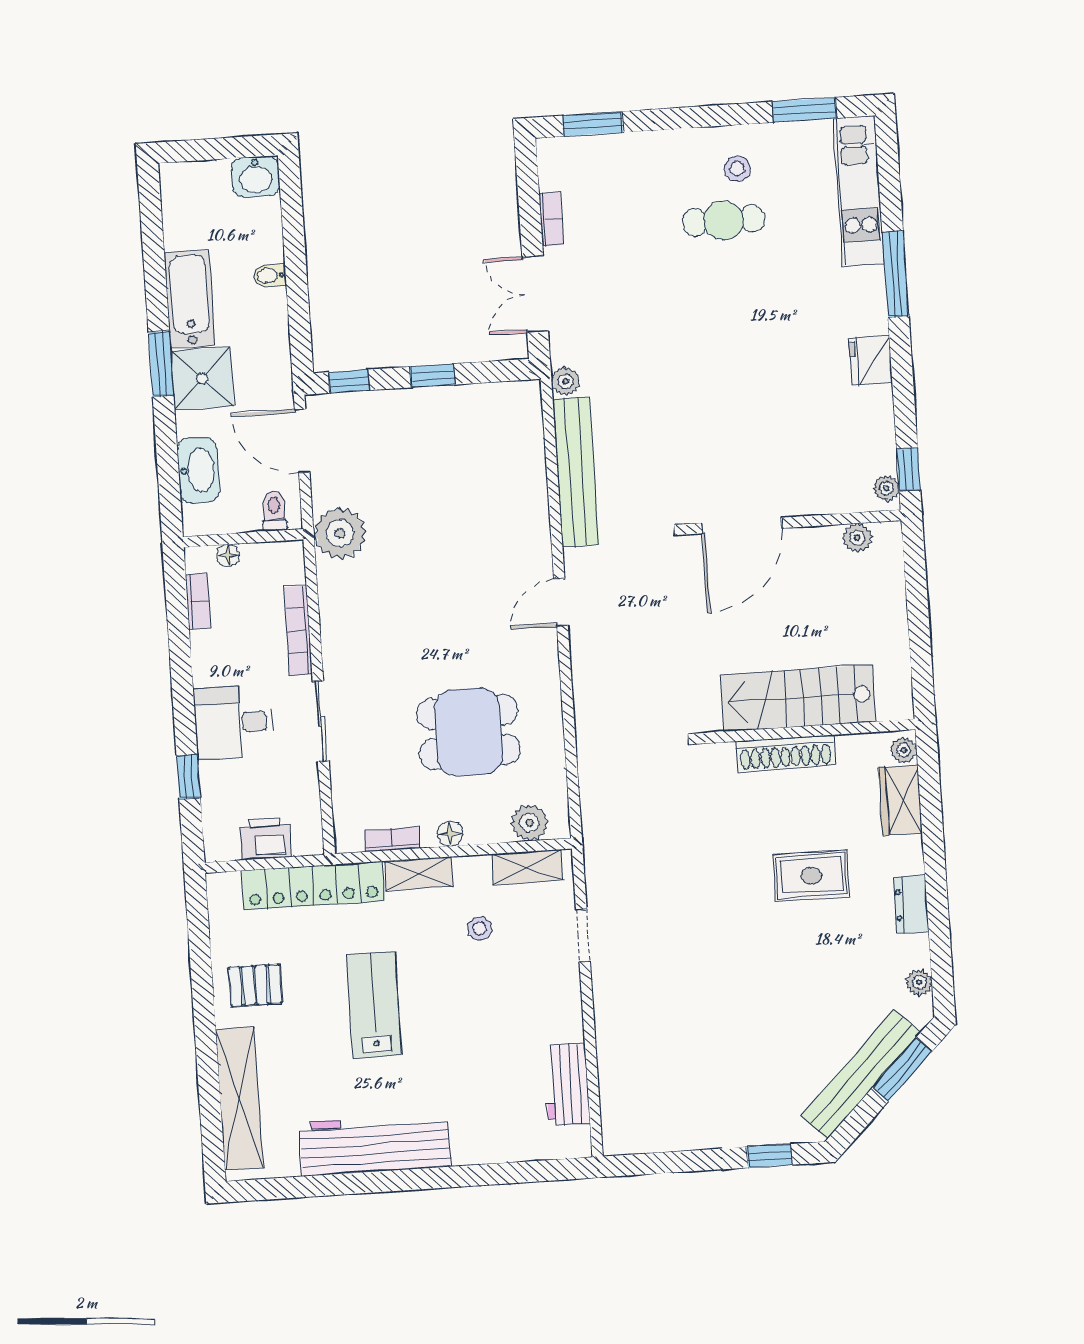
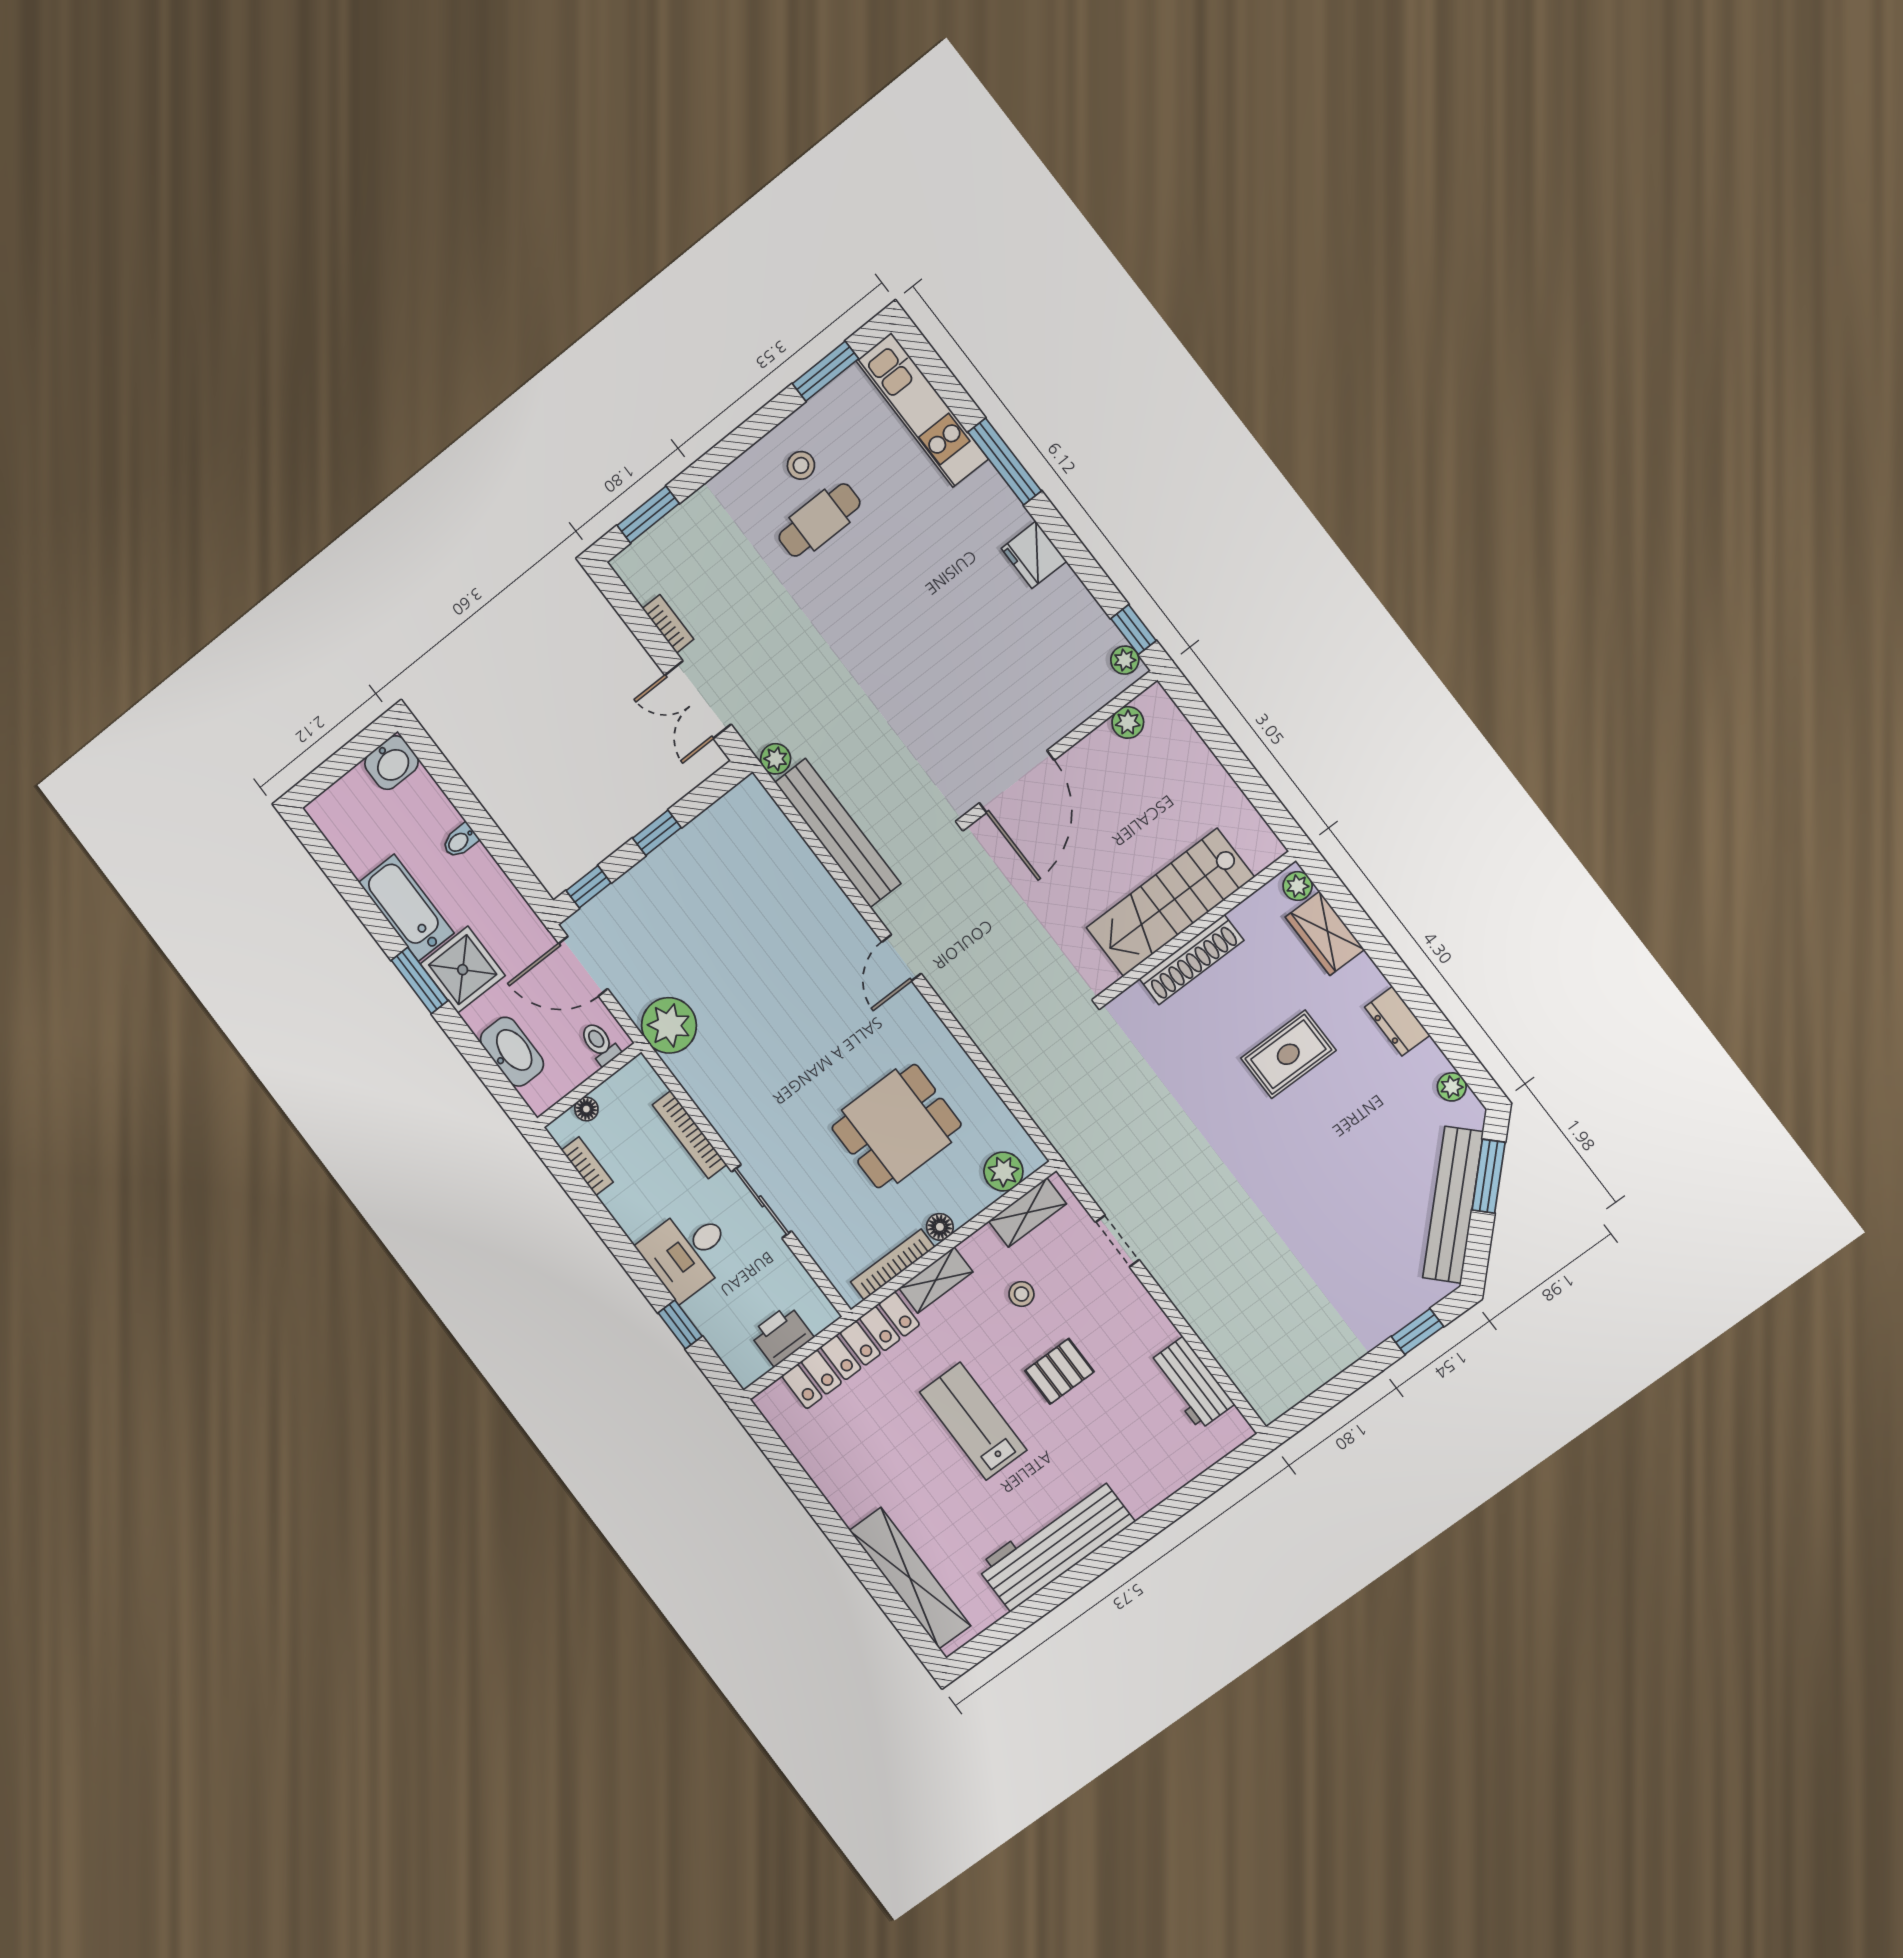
bookcase: (392, 839) -> (893, 1265), width x1.56
pallet: (255, 985) -> (1059, 1371), moved

